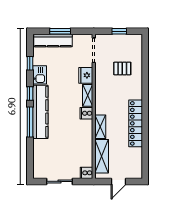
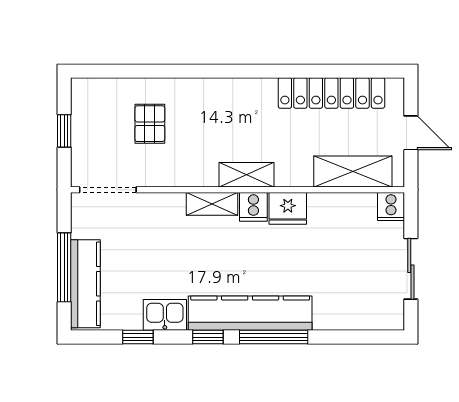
window: (60, 31) -> (64, 267), width x1.44
fridge: (86, 75) -> (288, 208), moved
locker: (136, 123) -> (331, 93), moved
shelving: (100, 127) -> (246, 175), moved

